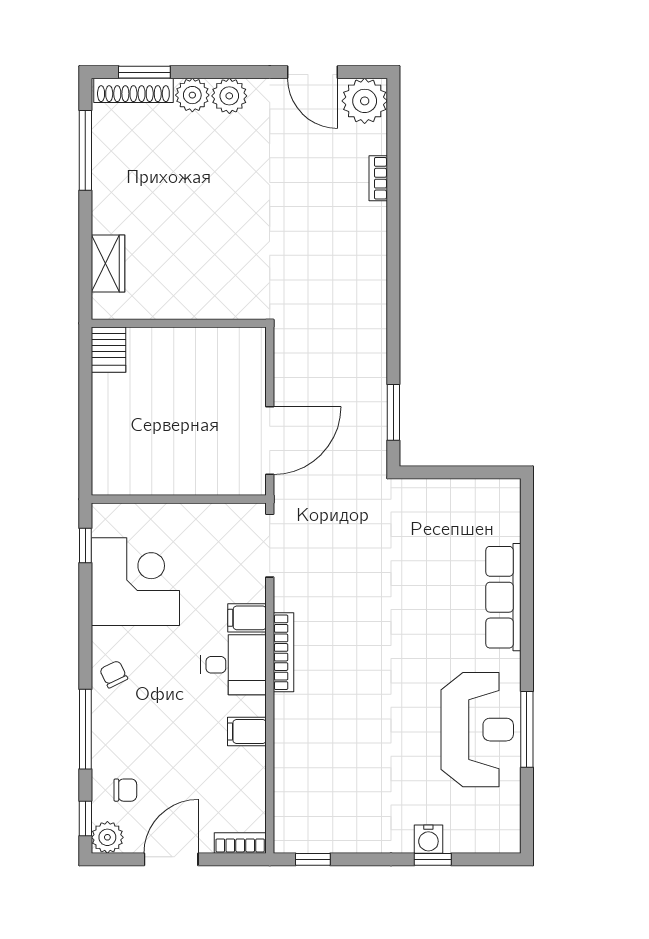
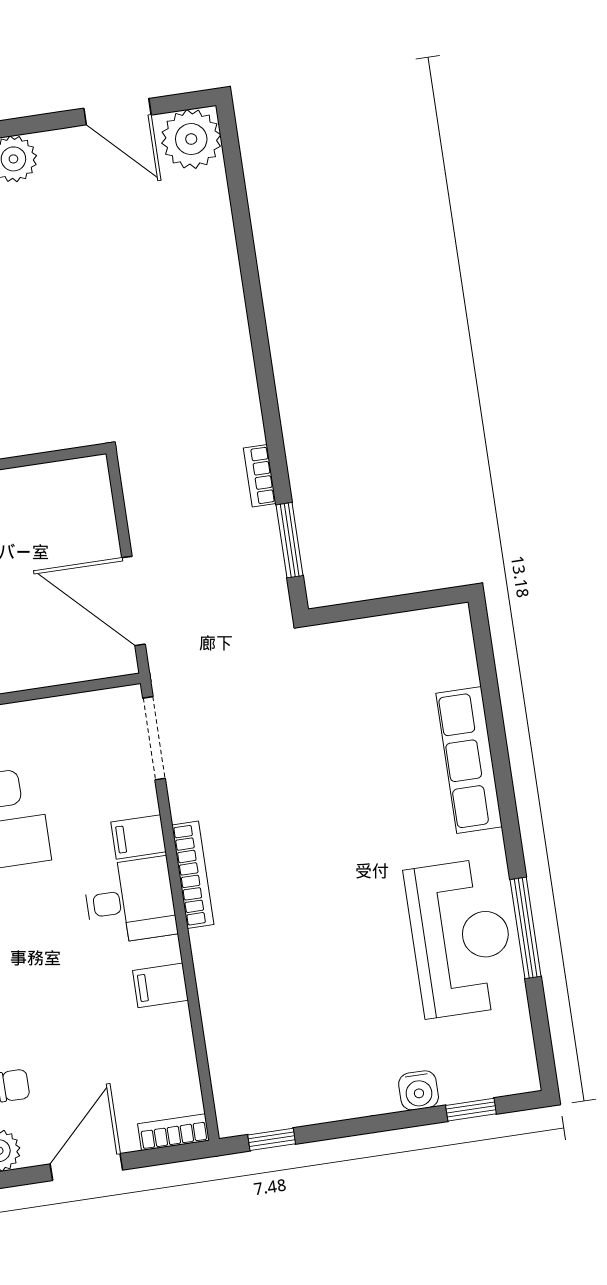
bookcase: (378, 178) -> (260, 476), moved
door: (270, 441) -> (133, 601), swing flipped
window: (433, 859) -> (471, 1110), moved

